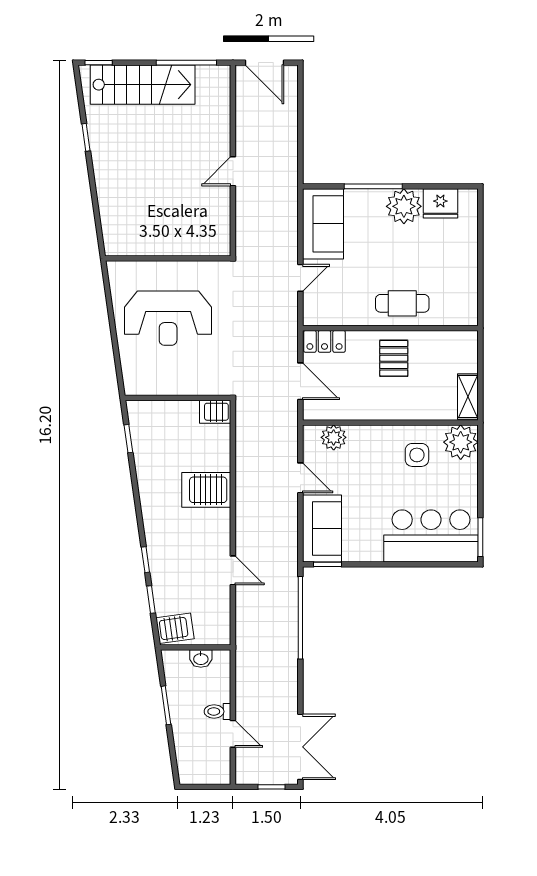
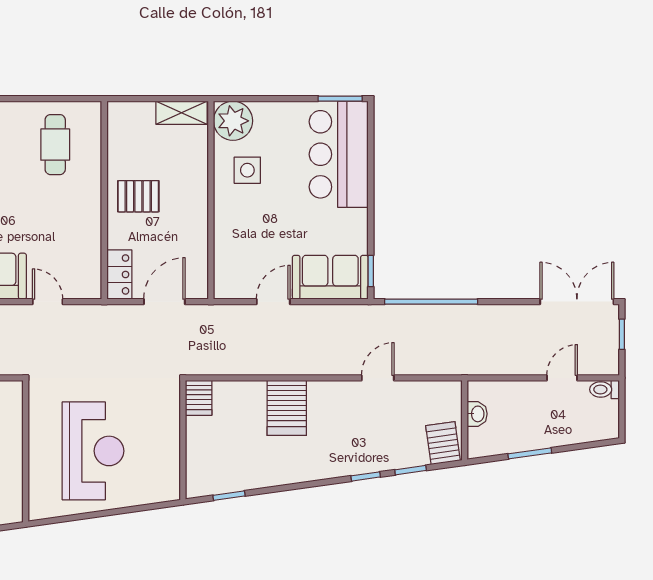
cafe table: (402, 303) -> (55, 145), moved
plant: (334, 437) -> (228, 264), removed
toilet: (217, 711) -> (605, 389), moved, turned 90

